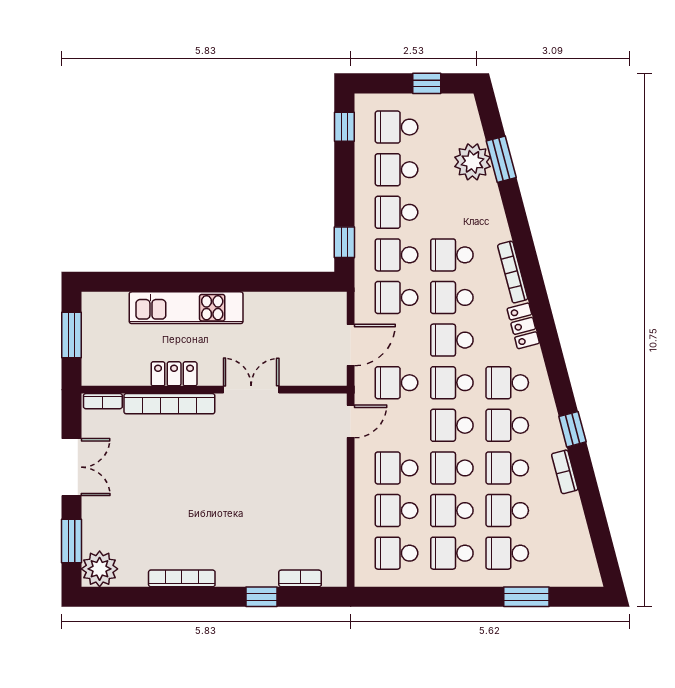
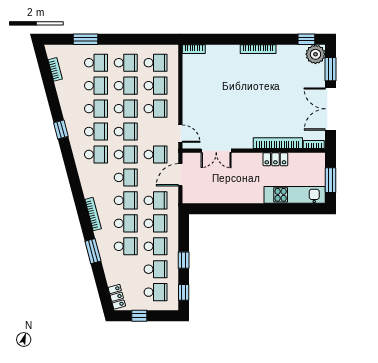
window: (501, 159) -> (93, 251), moved
plant: (472, 162) -> (115, 273), removed
school desk: (452, 212) -> (126, 246), added
window: (344, 242) -> (184, 260), moved
kitchen unit: (186, 308) -> (295, 195), moved
locker: (523, 326) -> (117, 297), moved
double door: (251, 390) -> (216, 151), moved
door: (351, 421) -> (180, 134), swing flipped
double door: (72, 467) -> (331, 109), width x1.37
bookcase: (565, 472) -> (55, 69), moved
bookcase: (182, 578) -> (258, 49), moved
bookcase: (300, 578) -> (194, 49), moved
window: (262, 597) -> (306, 39), moved

